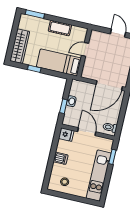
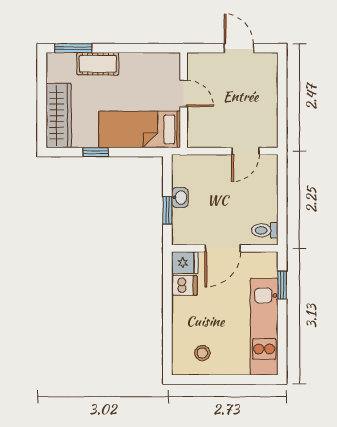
cot: (60, 28) -> (98, 64), moved
door: (85, 49) -> (184, 93), swing flipped
door: (109, 85) -> (245, 151), width x0.53
door: (87, 132) -> (223, 248), swing flipped
dishwasher: (61, 158) -> (184, 285), moved

